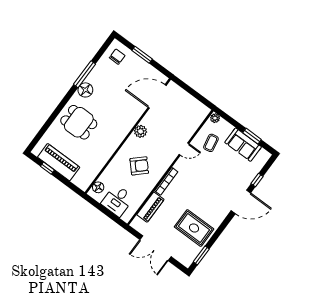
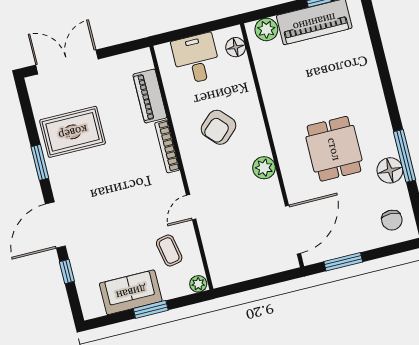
window: (142, 55) -> (343, 262), moved
floor lamp: (85, 90) -> (390, 170), moved
dining table: (79, 122) -> (334, 149), moved, turned 90
window: (252, 136) -> (151, 309), moved
plant: (79, 180) -> (266, 29), added
double door: (155, 248) -> (67, 62), moved
window: (201, 255) -> (40, 162), moved

